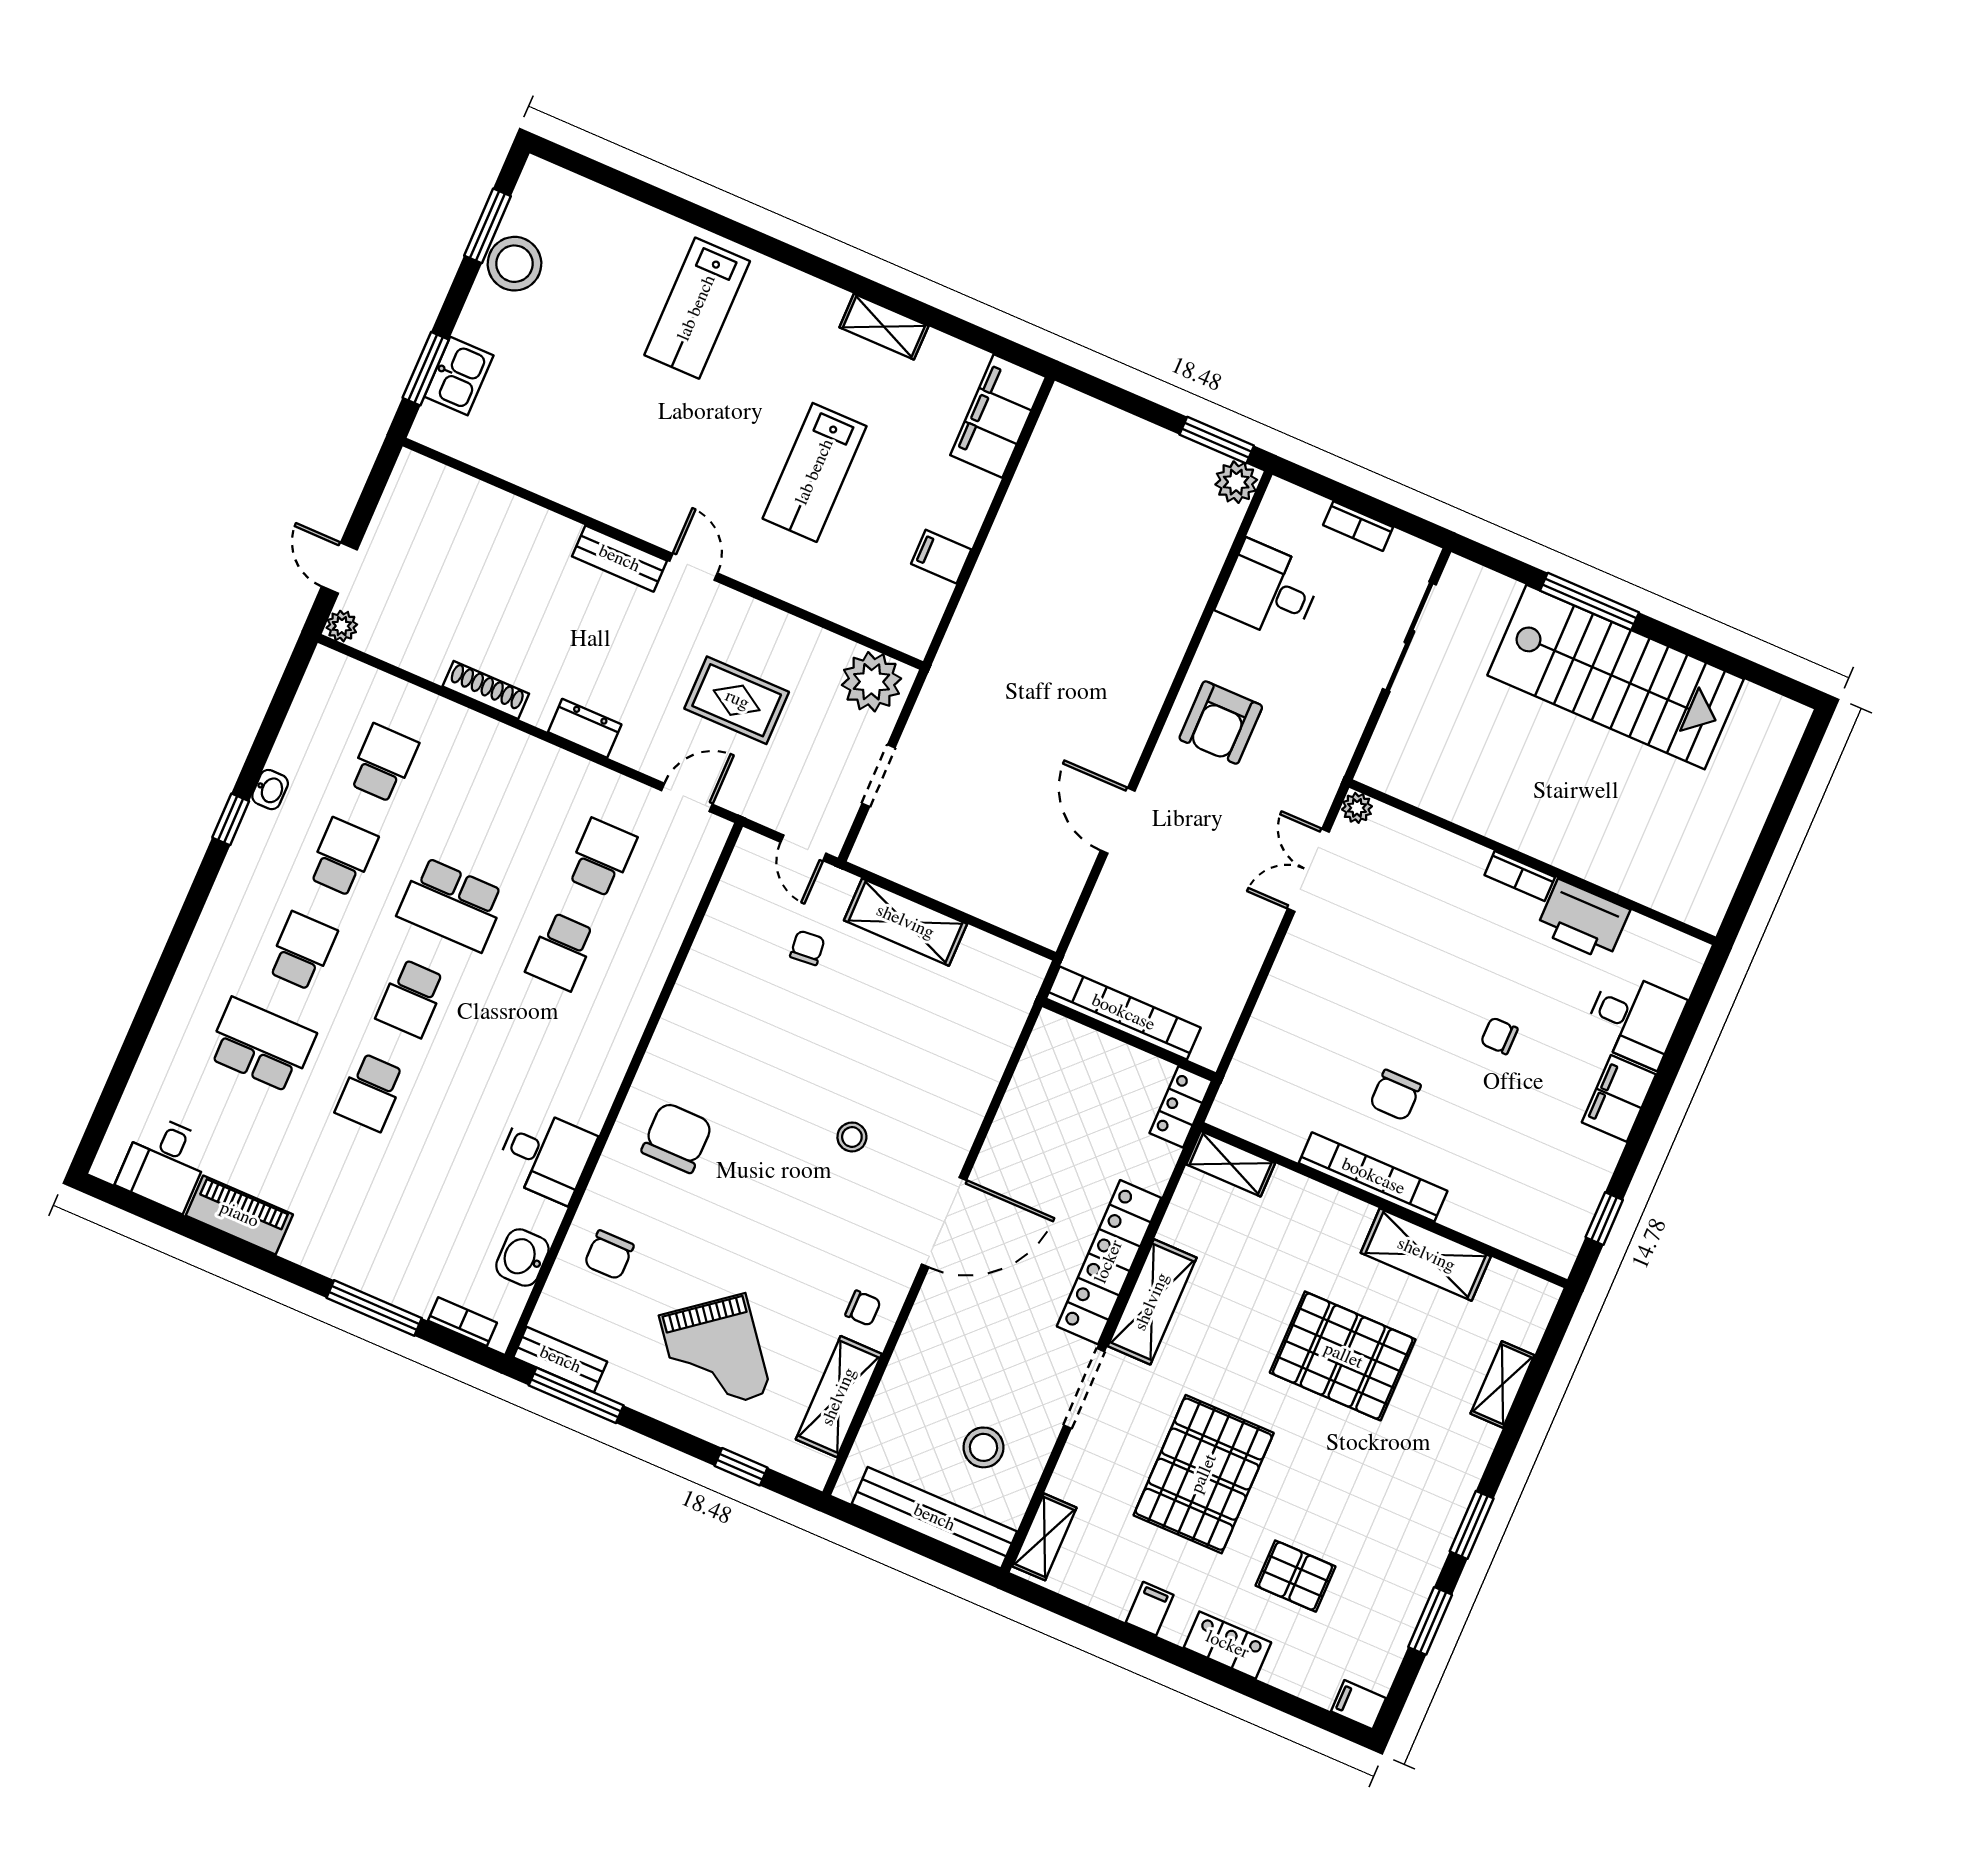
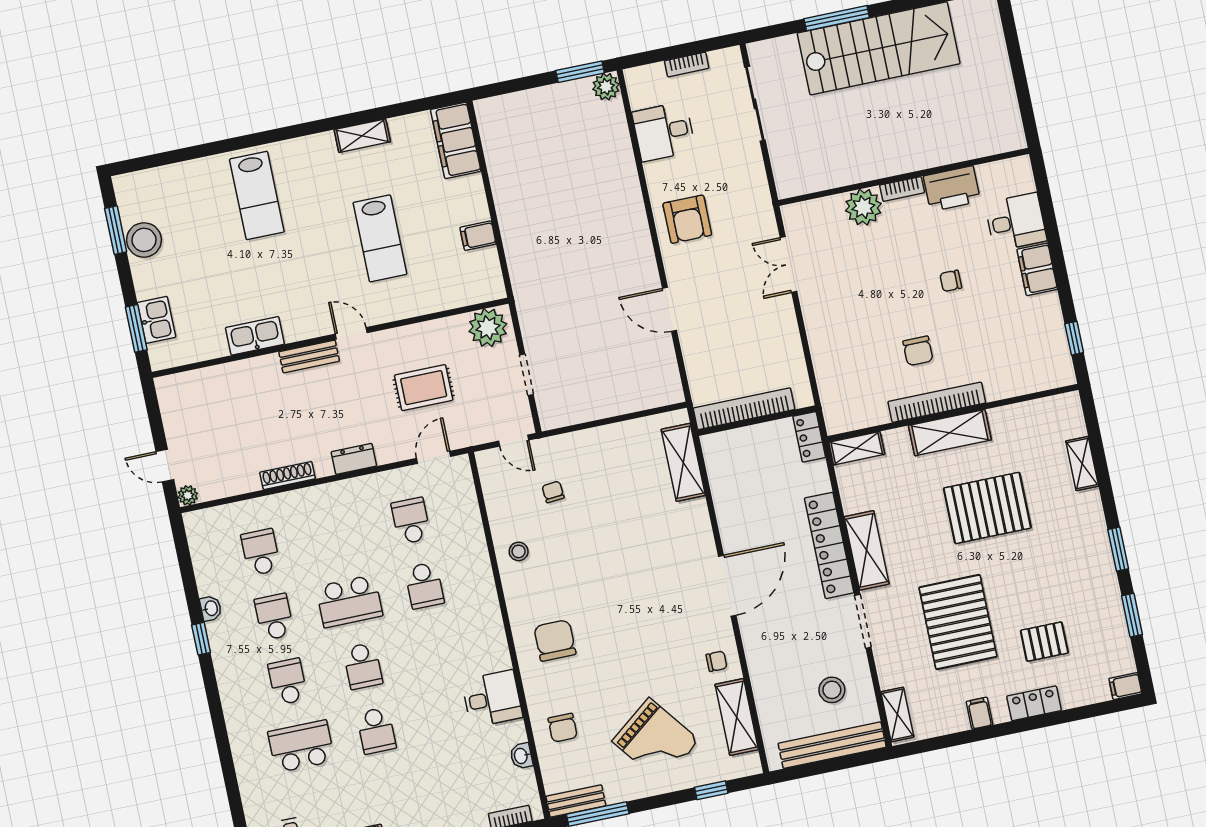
kitchen sink: (569, 484) -> (255, 336), added
plant: (1357, 808) -> (863, 207), moved, width x1.87, depth x1.87
shelving: (905, 922) -> (683, 462), moved, turned 90
stool: (852, 1137) -> (519, 551), moved
shelving: (1426, 1255) -> (950, 433), moved
washbasin: (522, 1257) -> (521, 756), width x0.72, depth x0.69

